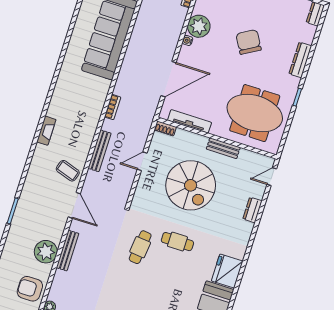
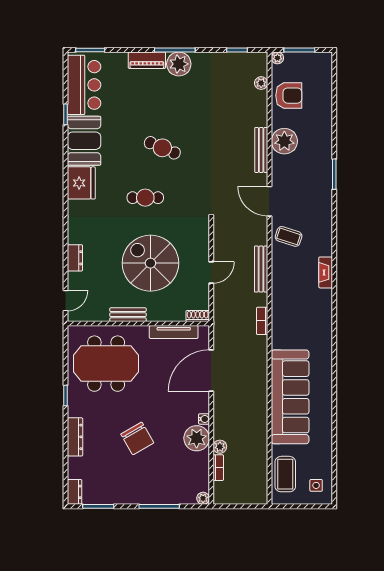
plant: (182, 13) -> (220, 447), added
cafe table: (140, 247) -> (162, 148), moved, turned -73

